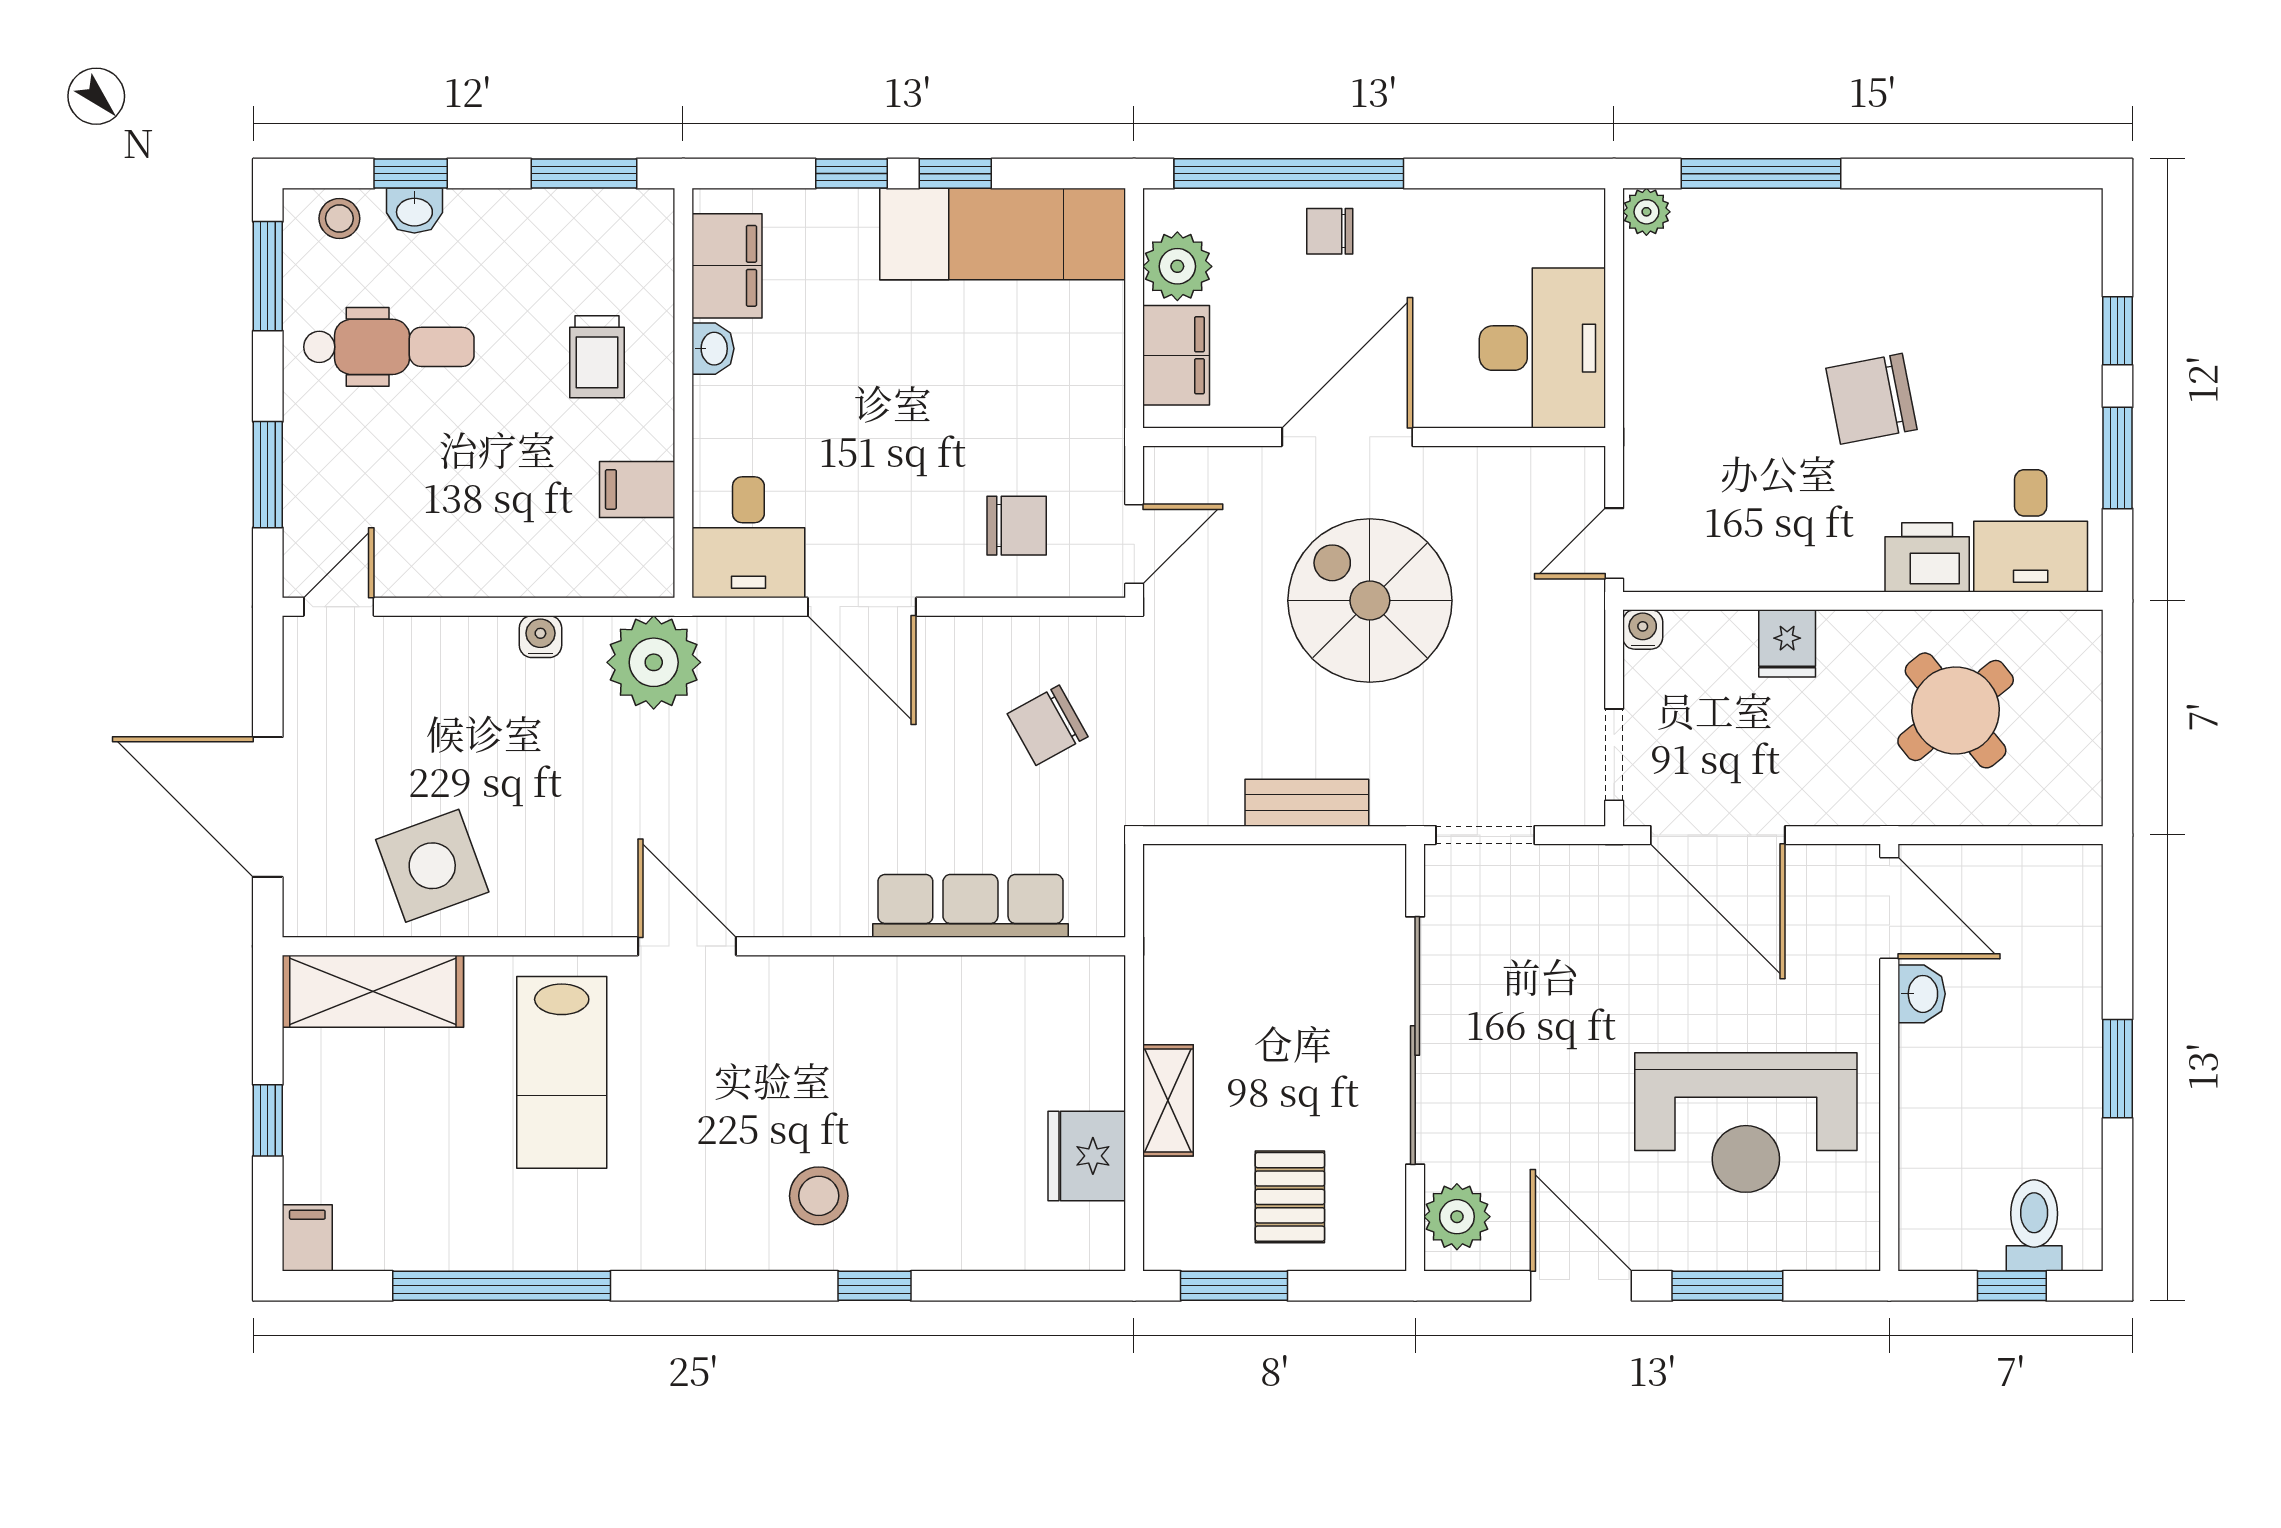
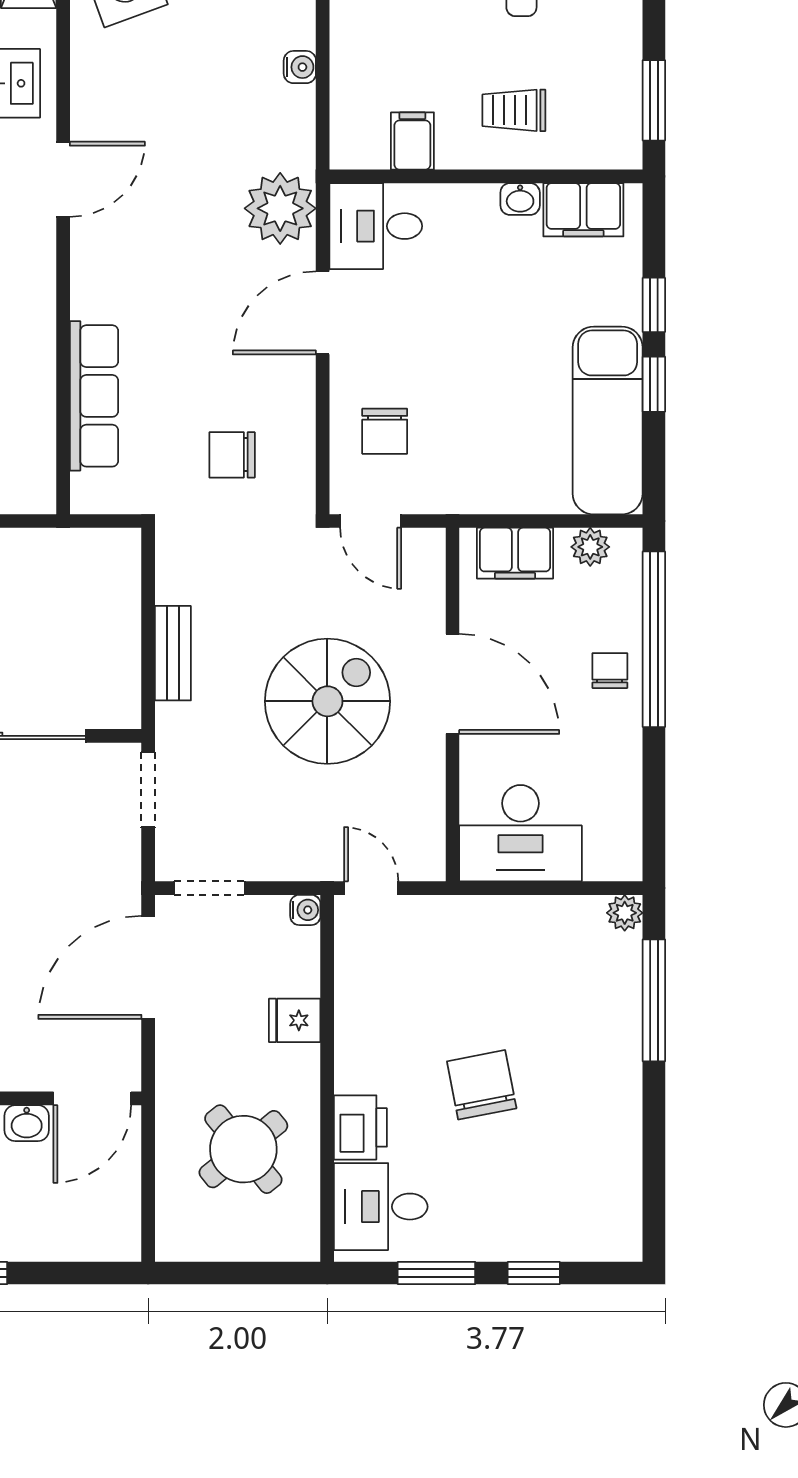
plant: (1177, 266) -> (590, 547), width x0.73, depth x0.73
plant: (654, 662) -> (280, 208), moved
chair: (1048, 725) -> (232, 455), turned -61

